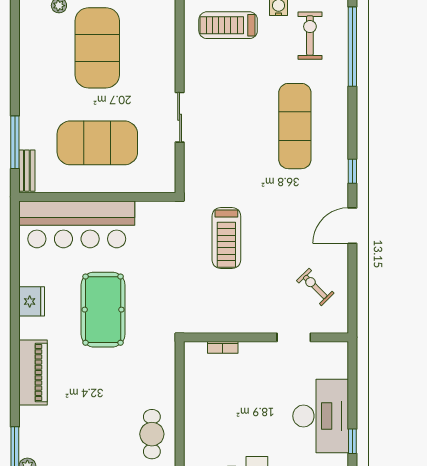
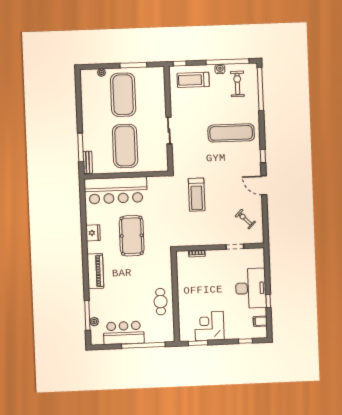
exercise mat: (295, 126) -> (231, 133), turned 90
exercise mat: (97, 143) -> (125, 146), turned 90
door: (352, 226) -> (264, 185), hinge flipped

